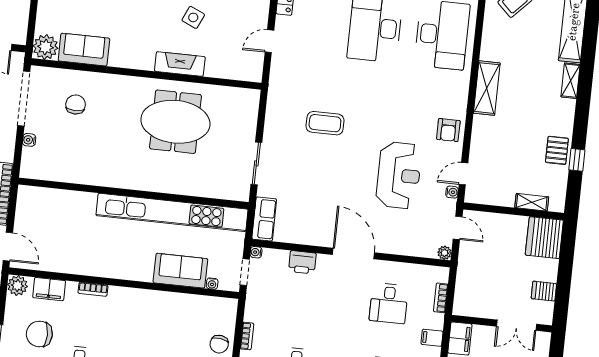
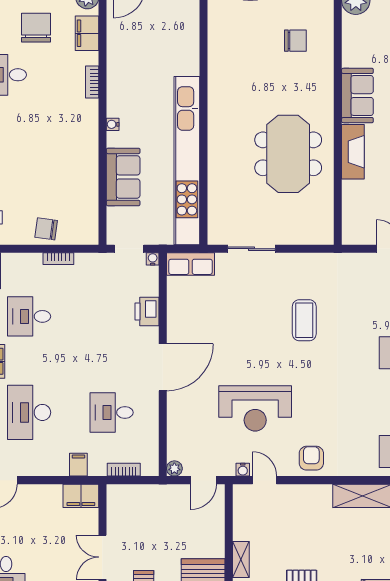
sofa: (84, 50) -> (357, 96), moved
armchair: (448, 130) -> (311, 458), turned 90
water cooler: (212, 284) -> (113, 124), moved

